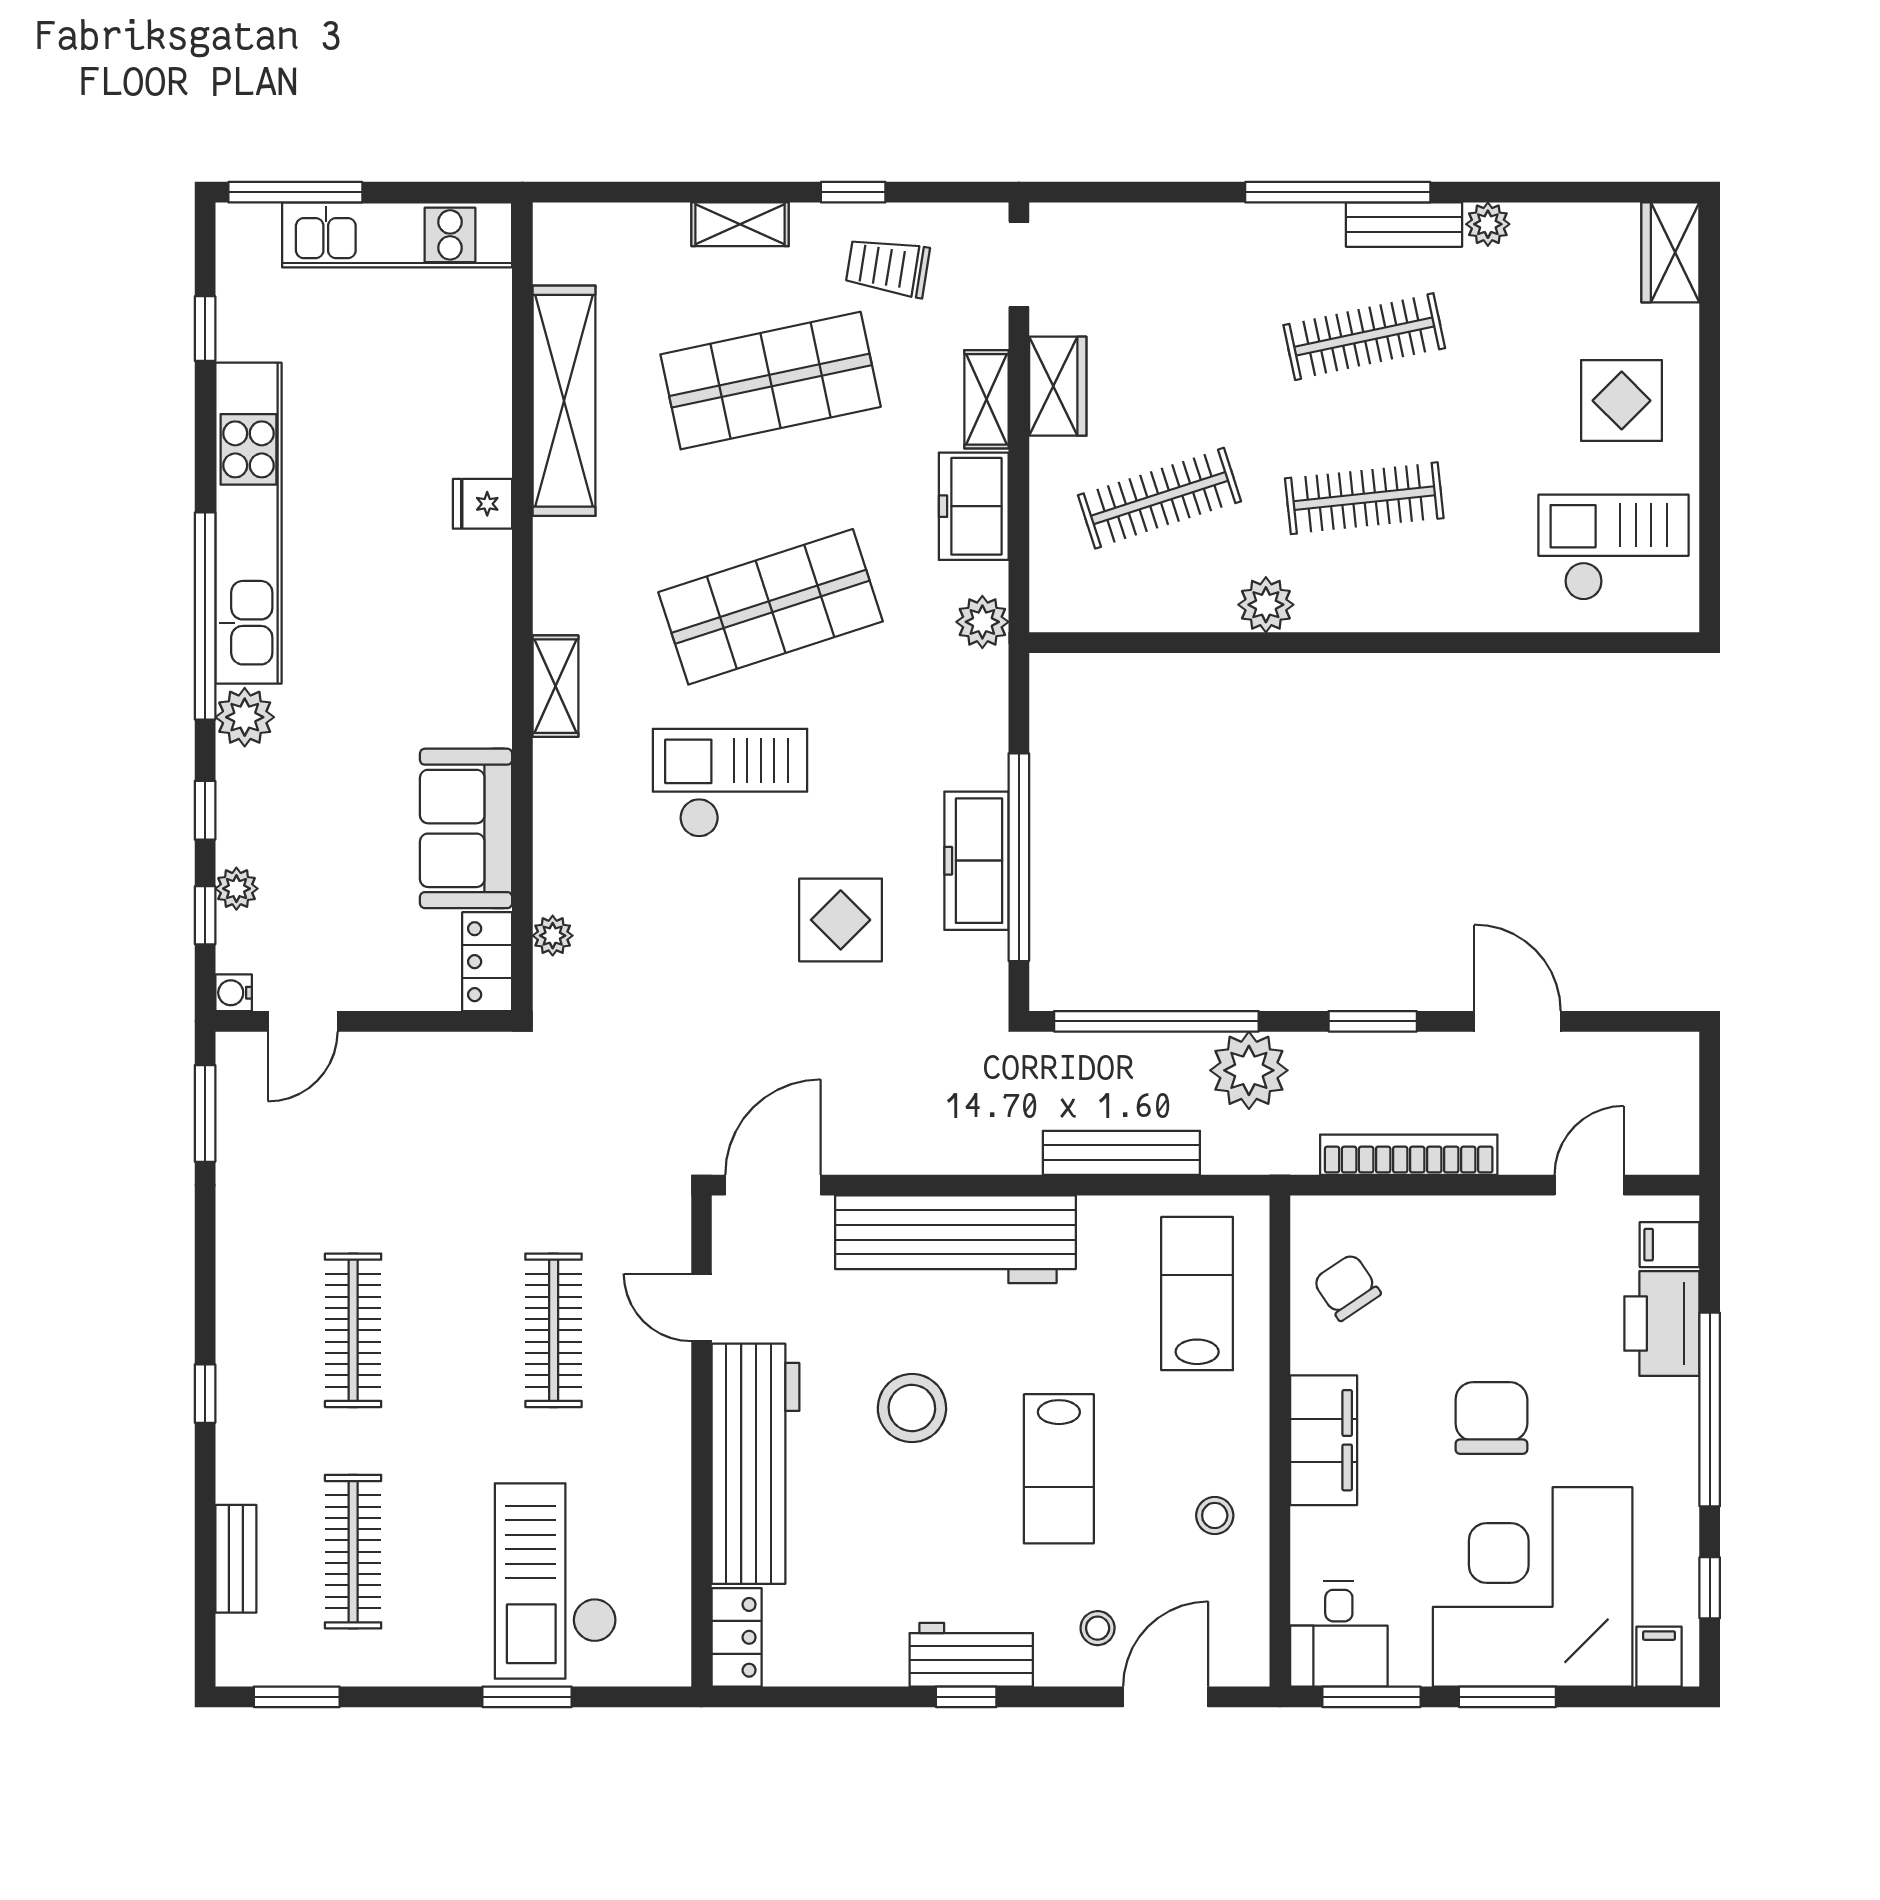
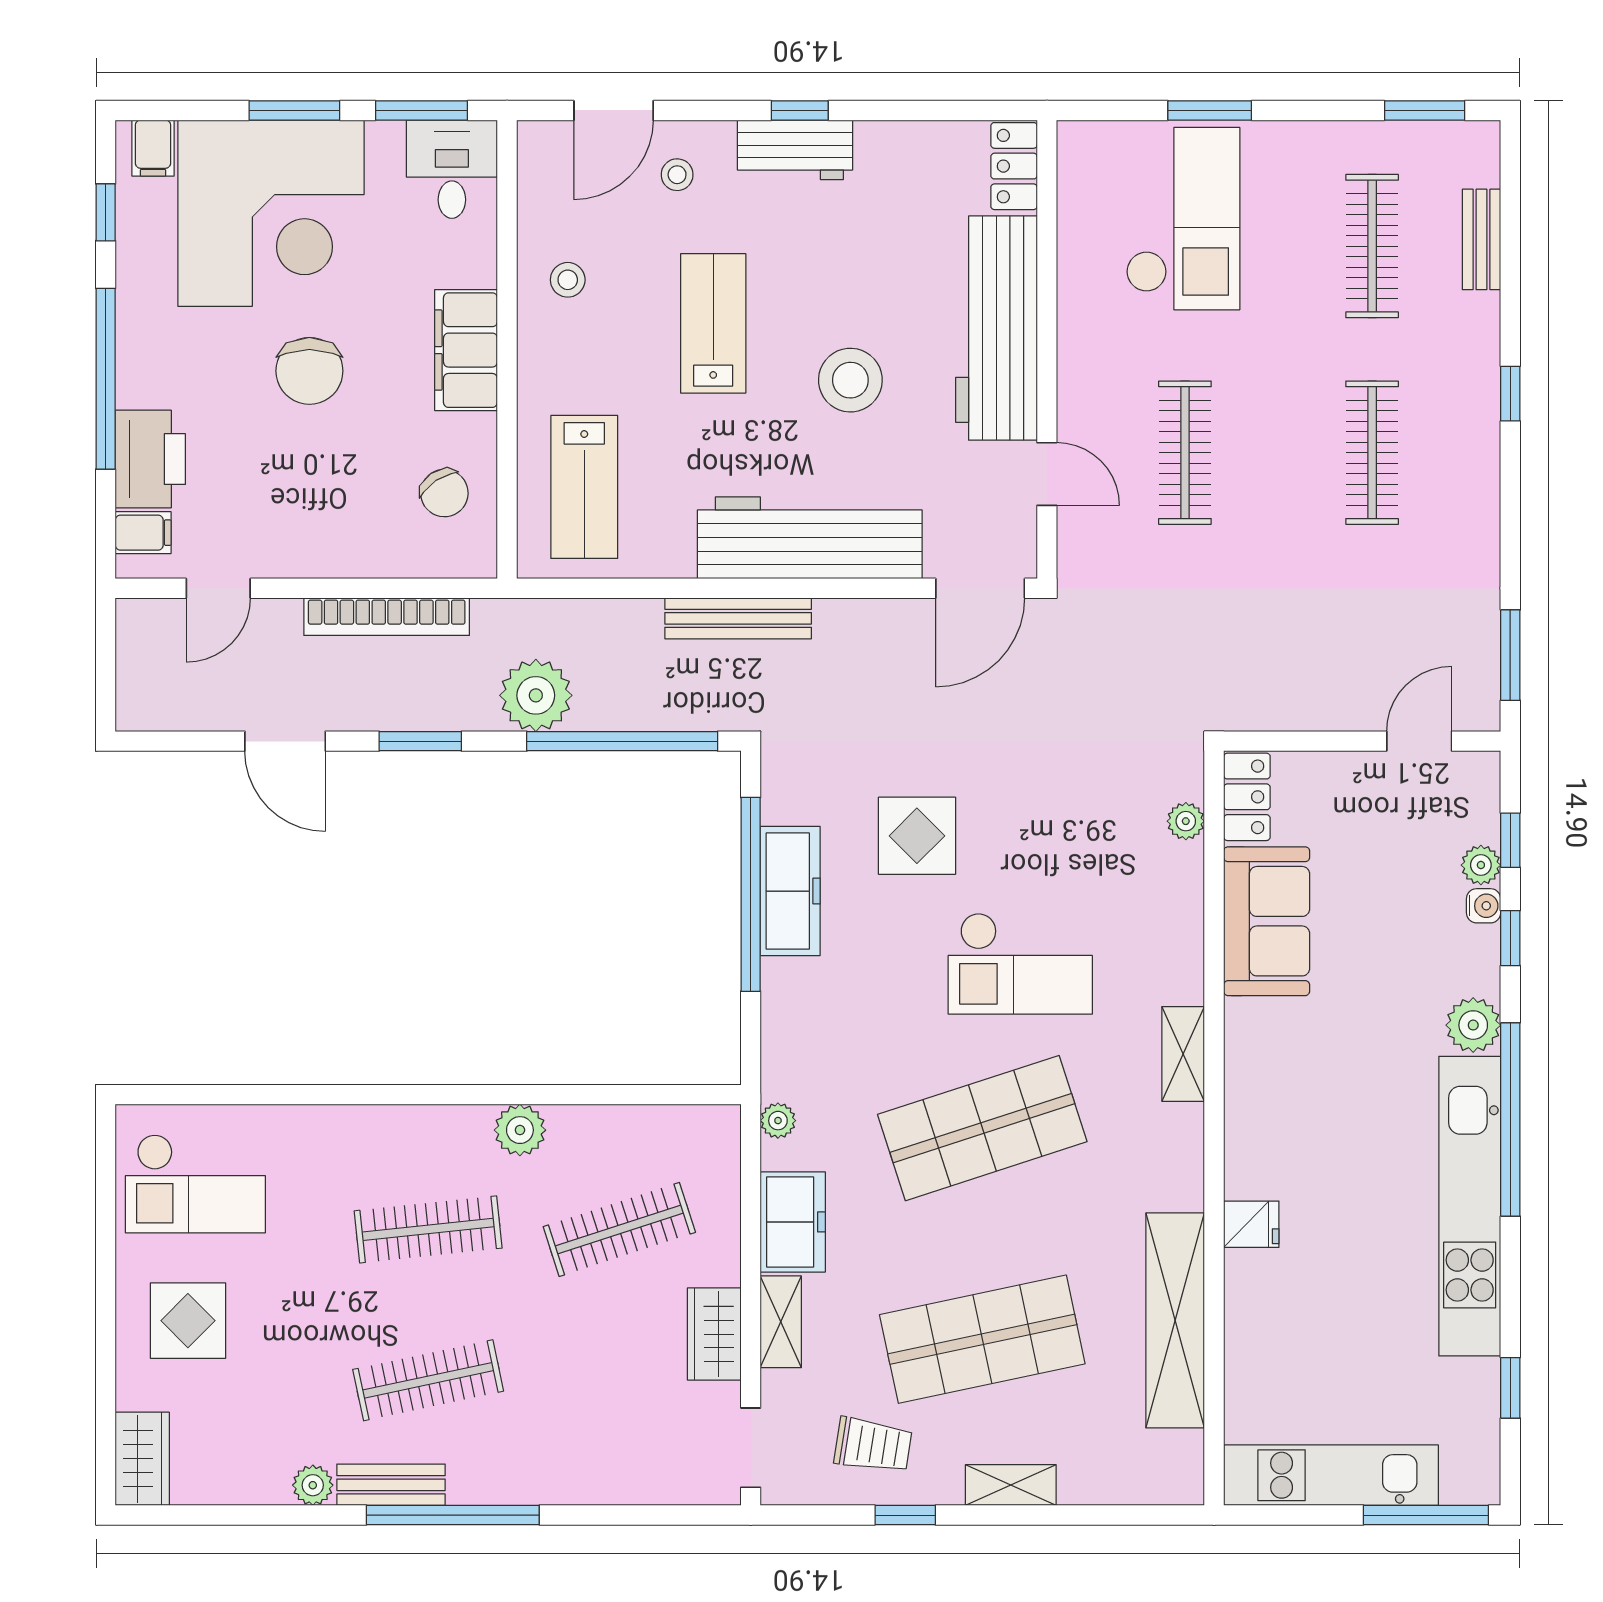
plant: (982, 622) -> (778, 1121), width x0.73, depth x0.73
water cooler: (234, 993) -> (1484, 906), moved
bench: (1121, 1153) -> (738, 618), moved

